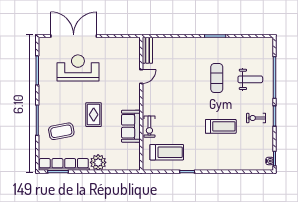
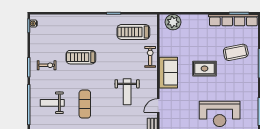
weight bench: (173, 91) -> (127, 92), added
rug: (94, 115) -> (204, 69), turned 90
sofa: (131, 126) -> (168, 73), moved
plant: (98, 162) -> (173, 22), moved

